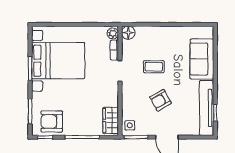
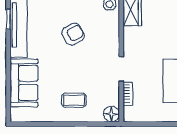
plant: (113, 33) -> (130, 113), removed
coffee table: (154, 67) -> (74, 100), moved

